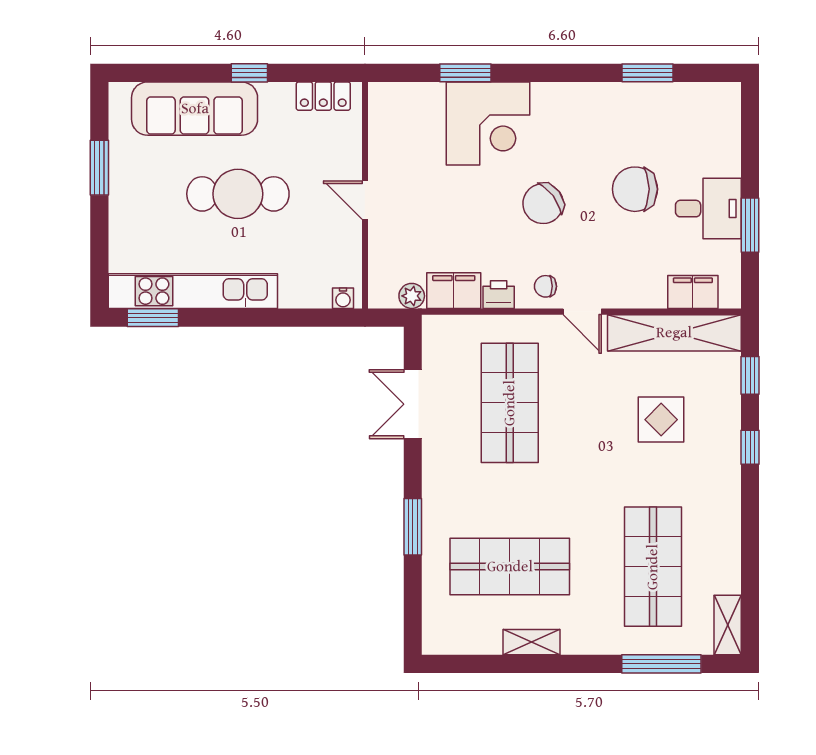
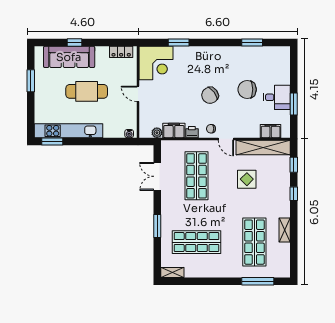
window: (249, 73) -> (75, 42), moved
corner desk: (488, 123) -> (156, 63), moved
display table: (661, 420) -> (247, 179), moved
shelving: (728, 625) -> (285, 230), moved
shelving: (531, 642) -> (172, 273), moved

